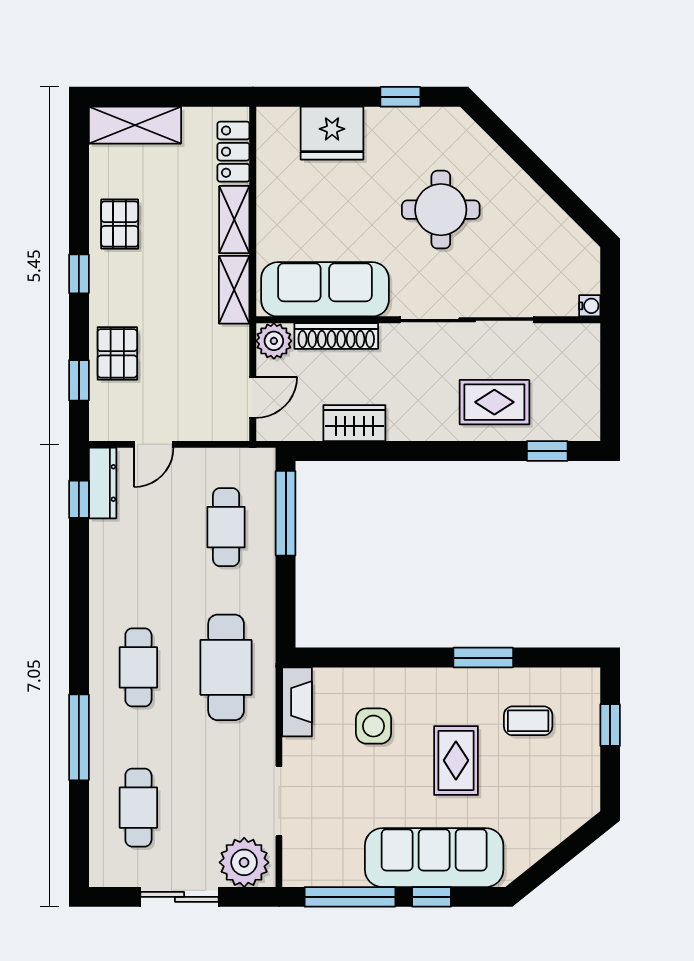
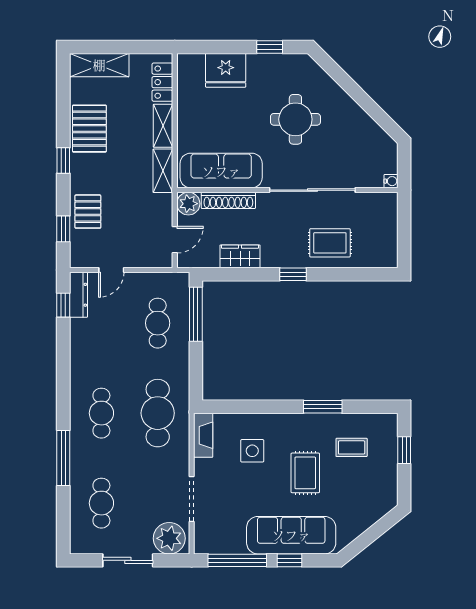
pallet: (120, 224) -> (89, 129), width x1.50, depth x1.42
window: (547, 451) -> (293, 274), moved

